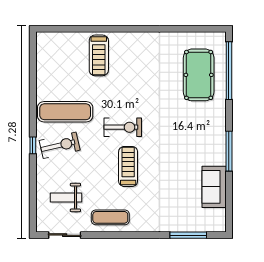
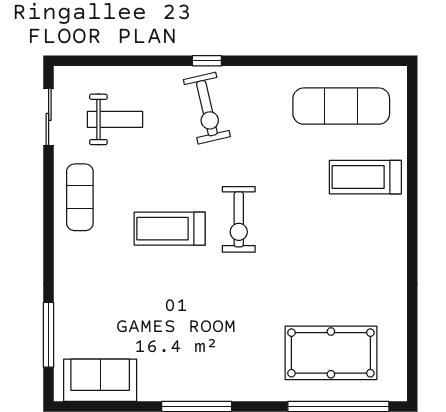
exercise mat: (65, 112) -> (341, 106), moved, turned 90
treadmill: (128, 166) -> (170, 229), turned 180
sofa: (214, 187) -> (100, 380), moved
weight bench: (66, 197) -> (115, 119), turned 90

